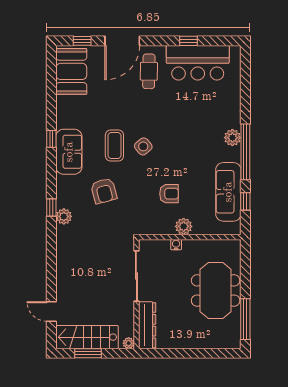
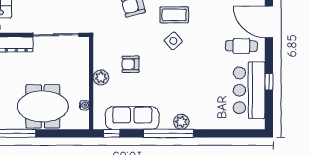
armchair: (169, 194) -> (131, 64), turned 90
window: (245, 201) -> (112, 133), moved
water cooler: (176, 245) -> (84, 105), moved

